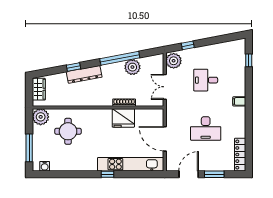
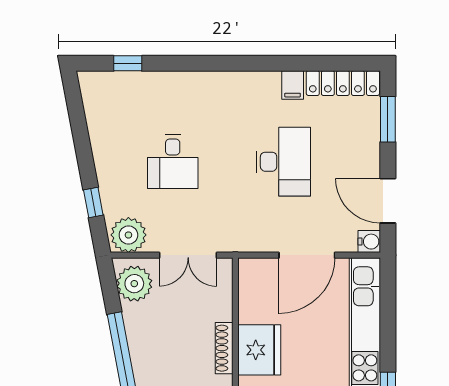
plant: (132, 67) -> (134, 284), moved
filing cabinet: (239, 101) -> (293, 85), moved
water cooler: (171, 166) -> (369, 242), added
window: (214, 174) -> (388, 119), moved

